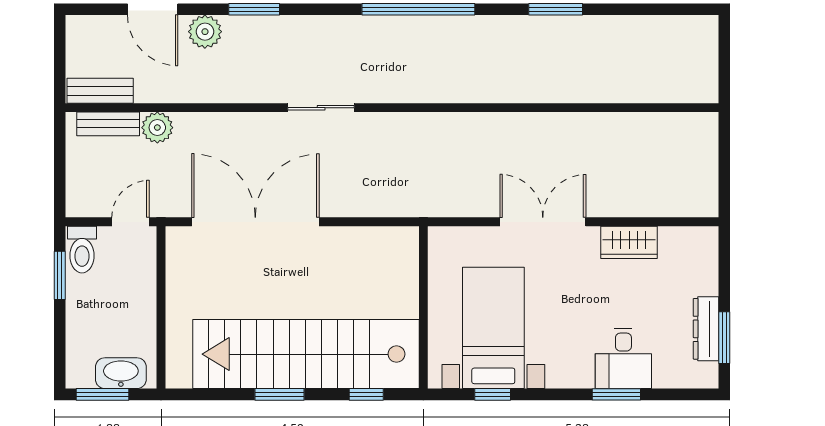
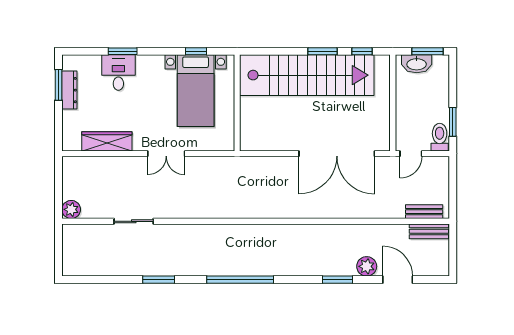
sliding door: (321, 108) -> (134, 221), moved
plant: (157, 128) -> (71, 209), moved
double door: (543, 222) -> (166, 154), width x0.73
wardrobe: (629, 242) -> (107, 141), width x1.50
window: (366, 394) -> (362, 51), moved

